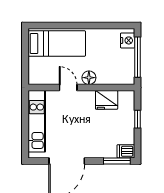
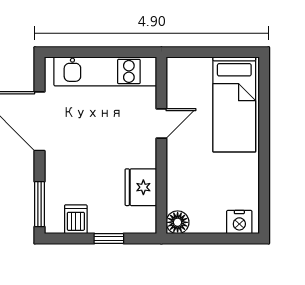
window: (137, 57) -> (212, 239), removed
floor lamp: (89, 78) -> (178, 222), moved
dishwasher: (126, 151) -> (76, 219), moved

